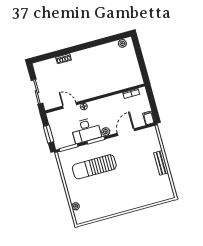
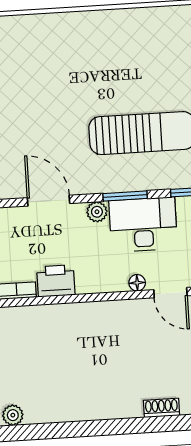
printer: (116, 101) -> (56, 281), added
door: (126, 132) -> (49, 201), swing flipped

